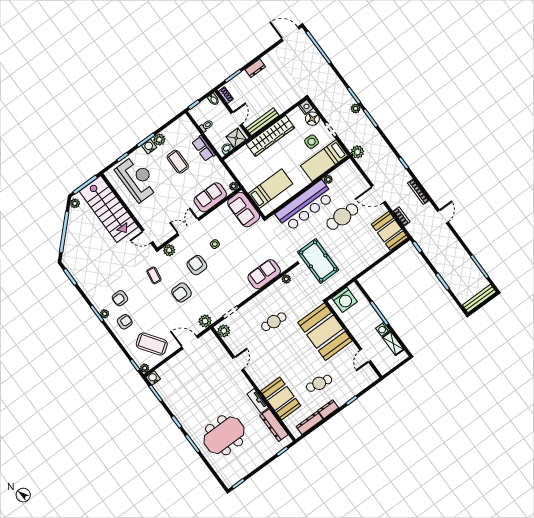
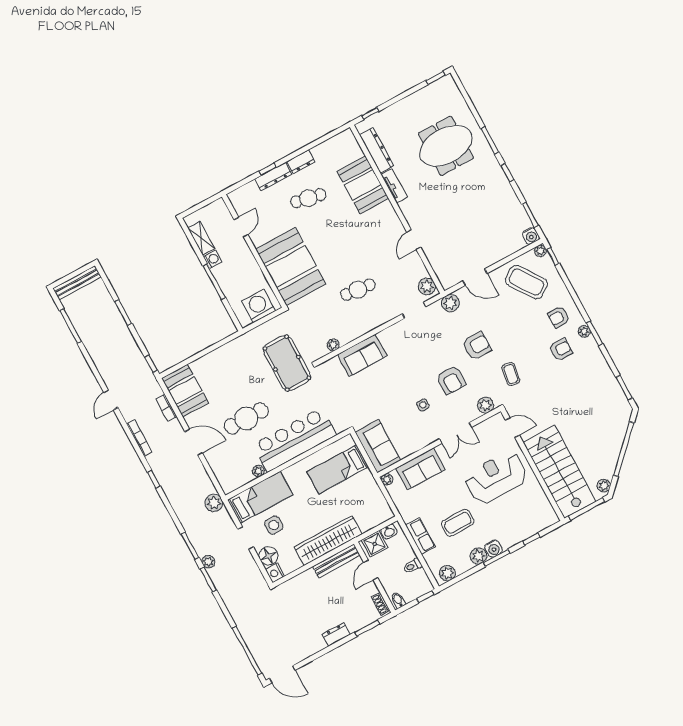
plant: (180, 124) -> (447, 573), added
coffee table: (178, 162) -> (458, 523), turned 90
reception desk: (137, 179) -> (496, 477), moved, turned 90
dresser: (310, 423) -> (273, 176), moved

